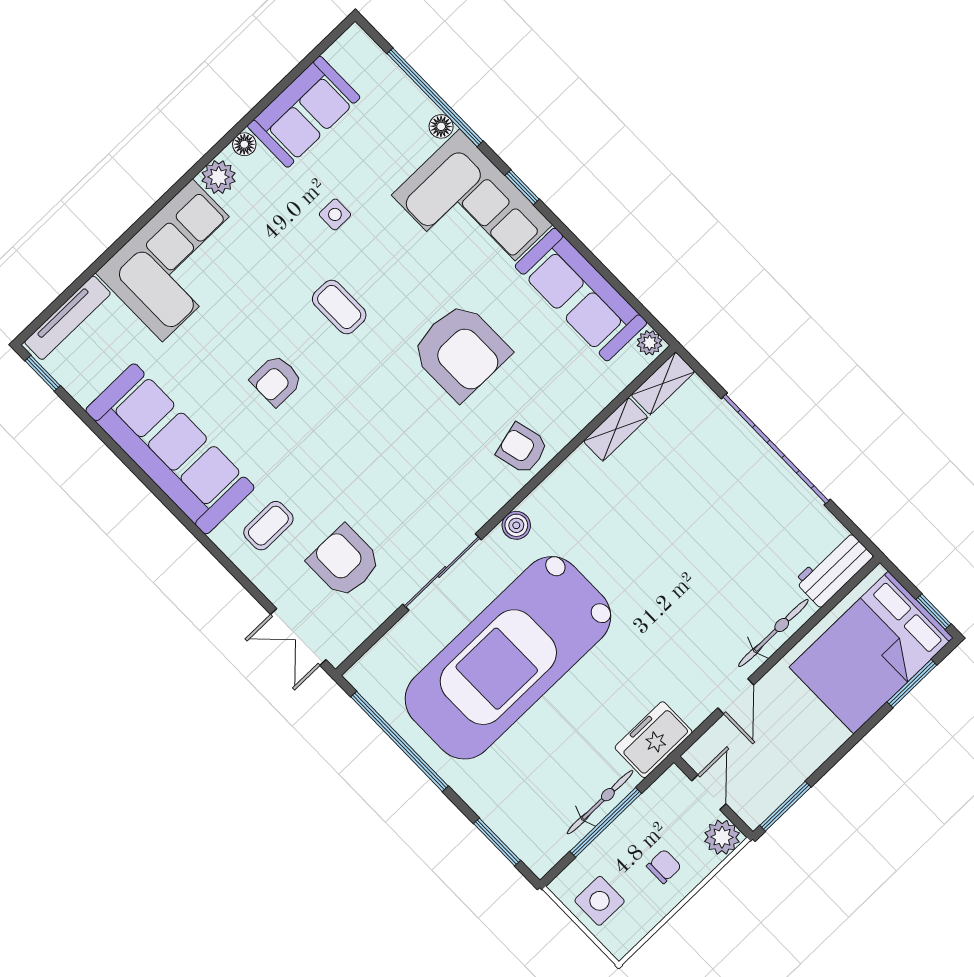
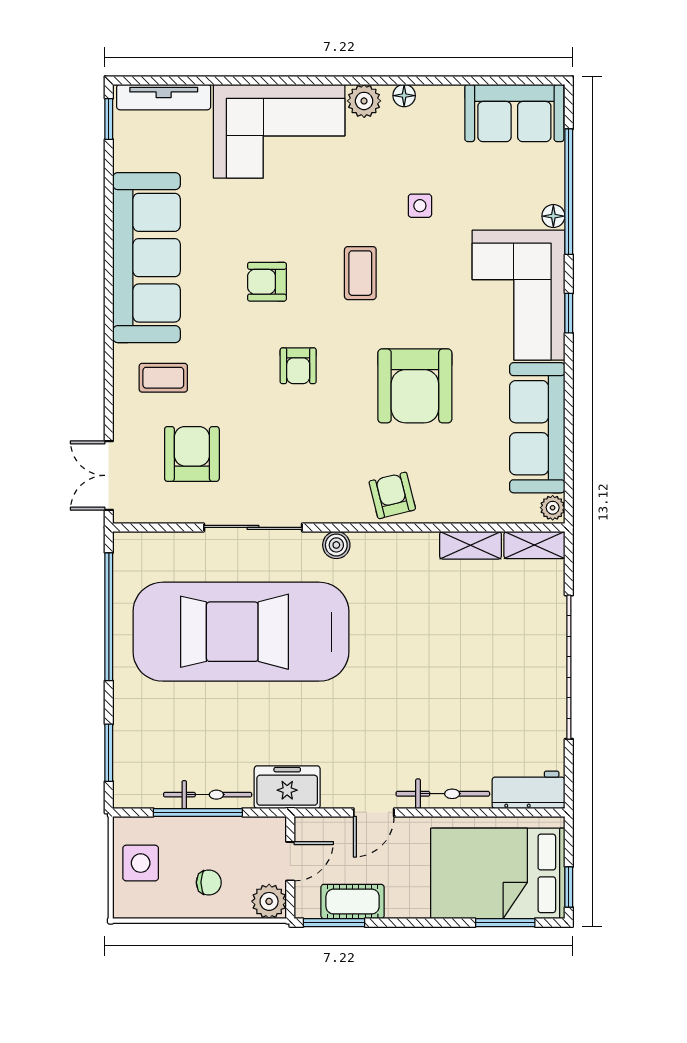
sofa: (304, 112) -> (514, 113), moved
armchair: (360, 420) -> (298, 366), added
cot: (784, 777) -> (353, 902), added

